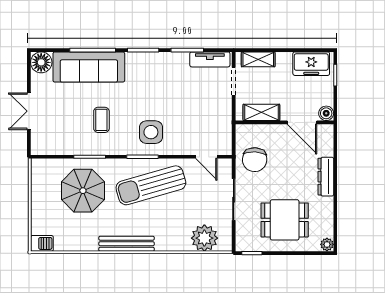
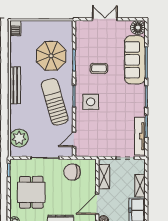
tv unit: (210, 59) -> (140, 136), width x1.41
shelving: (258, 59) -> (140, 186), moved

